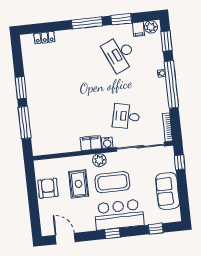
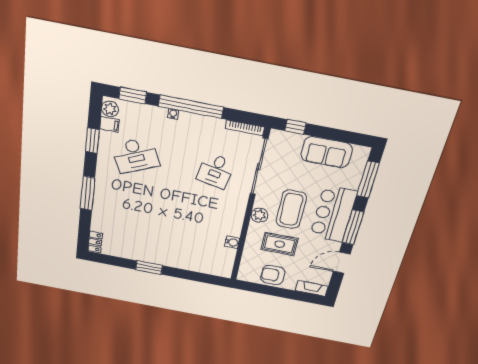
window: (87, 23) -> (88, 193), moved
locker: (44, 38) -> (95, 242), moved
window: (25, 122) -> (190, 275), removed
filing cabinet: (91, 143) -> (236, 218), removed
water cooler: (107, 143) -> (232, 242), moved
fireplace: (46, 223) -> (312, 288), added
window: (156, 229) -> (368, 180), width x2.17
window: (112, 233) -> (353, 227), width x2.17
door: (65, 239) -> (342, 263), moved

